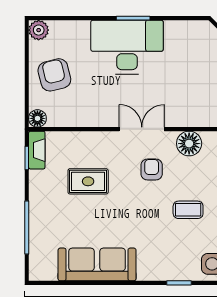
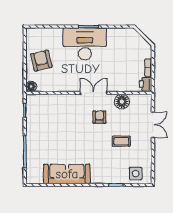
plant: (39, 30) -> (32, 34), removed
fireplace: (37, 150) -> (31, 105), removed
rug: (88, 181) -> (61, 124), removed

